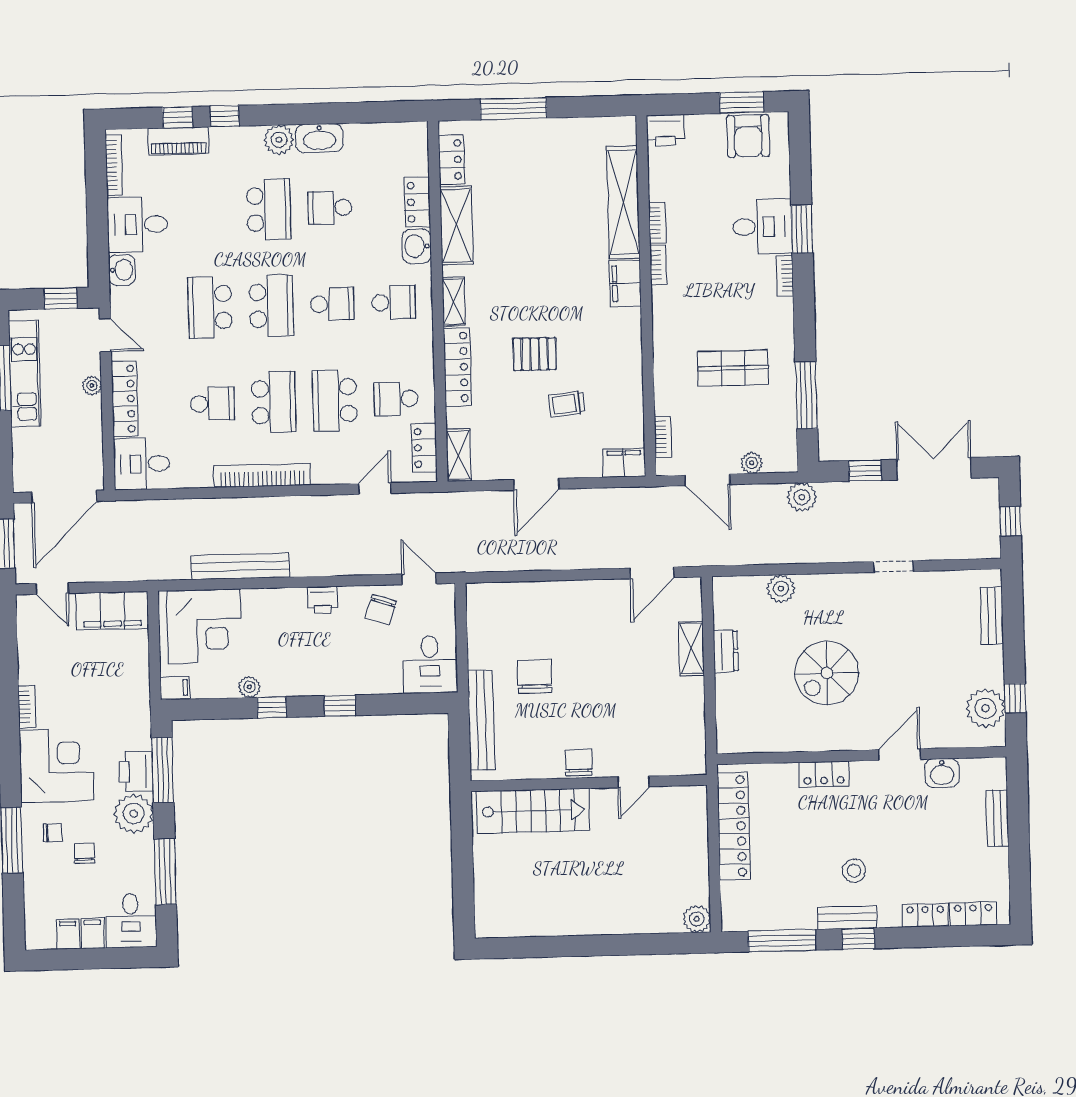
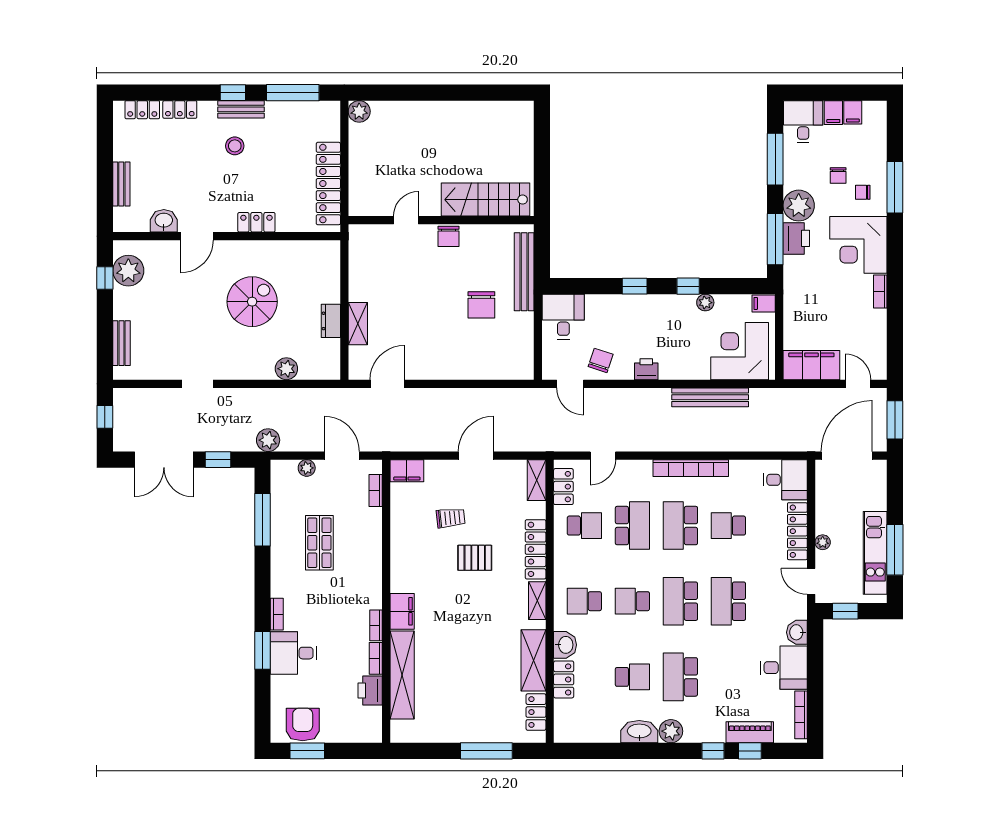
printer: (665, 130) -> (370, 691), moved, turned -90
school desk: (210, 307) -> (728, 601), turned 180
shop shelf: (733, 368) -> (319, 543), turned 90

